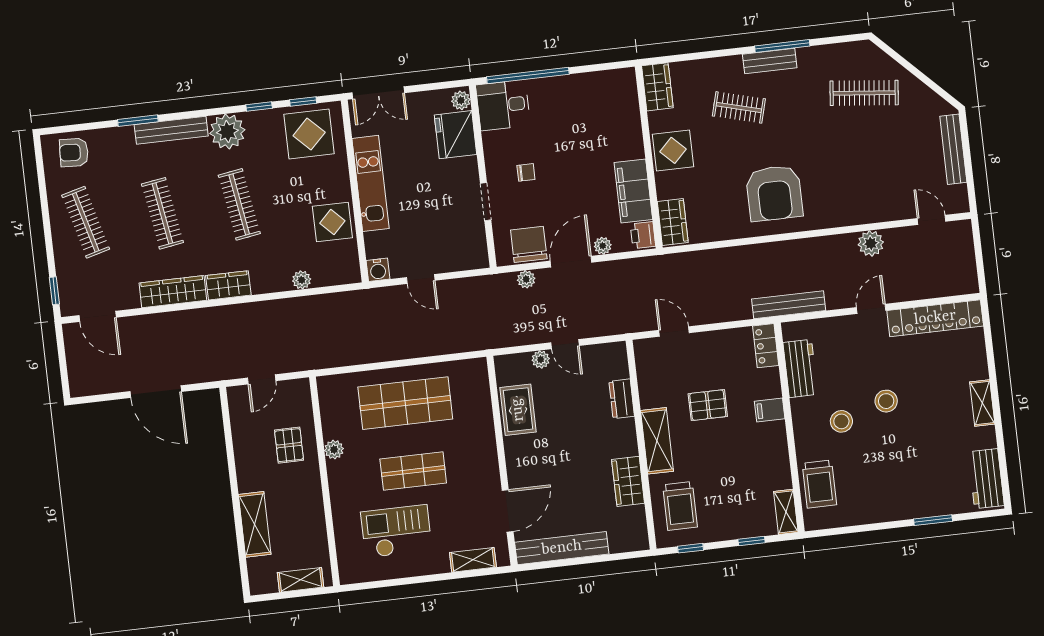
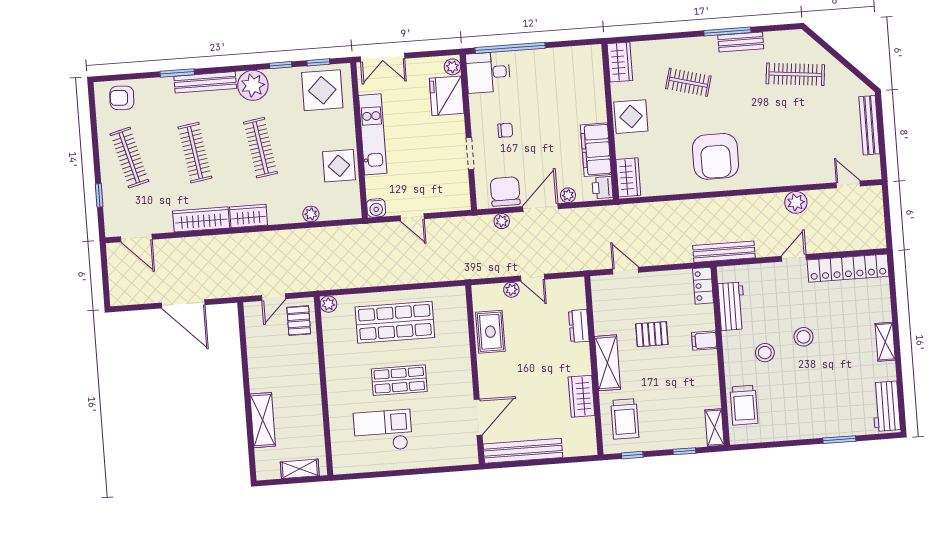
bench: (770, 61) -> (741, 42), moved
window: (54, 291) -> (99, 195), moved
pallet: (289, 445) -> (299, 321), moved
plant: (334, 450) -> (328, 304), moved
shelving: (473, 560) -> (447, 458), removed

